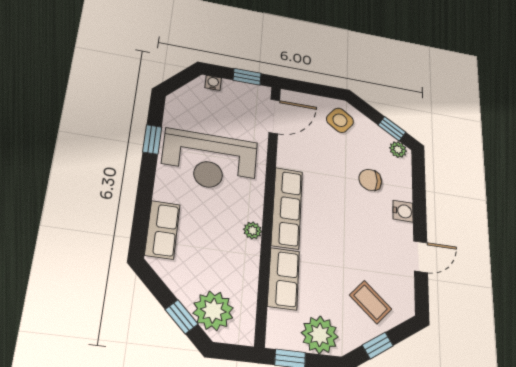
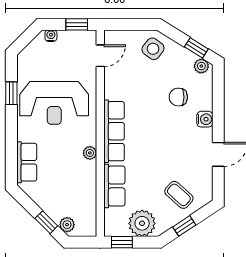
door: (274, 116) -> (100, 56), width x0.73
plant: (213, 311) -> (67, 225), width x0.53, depth x0.53

